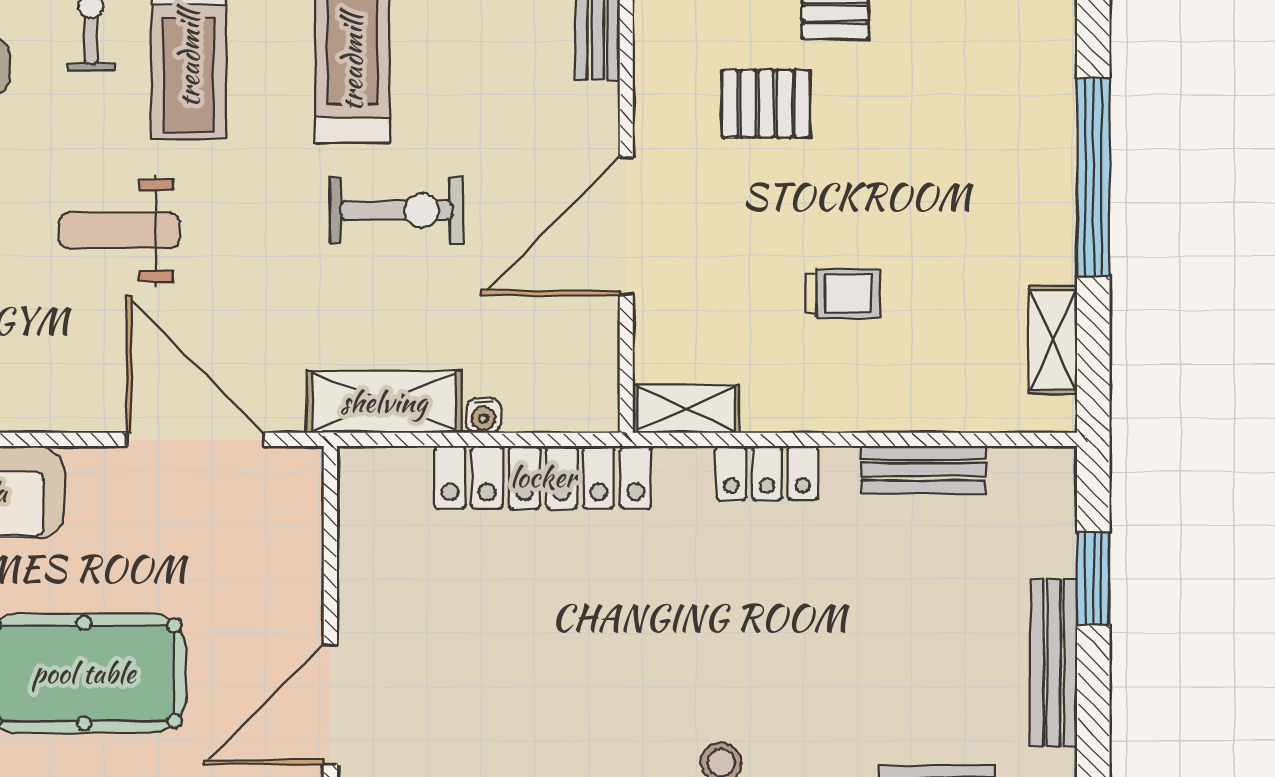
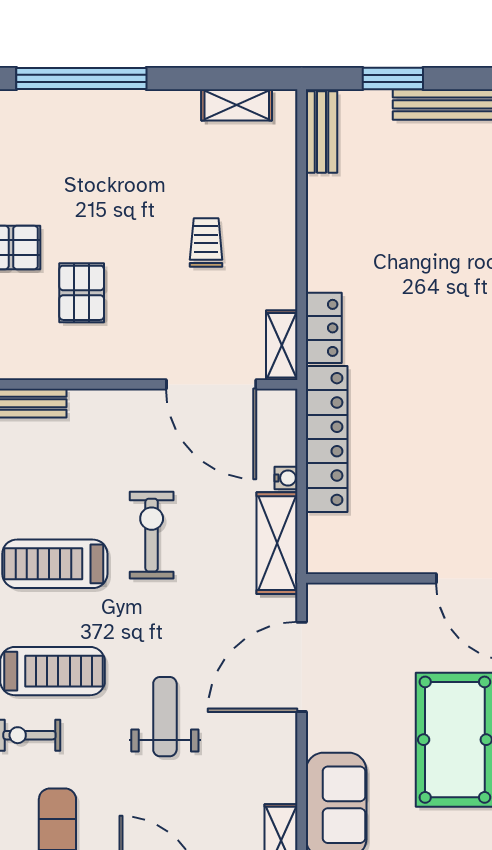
window: (1093, 177) -> (81, 78), moved
door: (626, 226) -> (211, 384), moved
weight bench: (119, 231) -> (165, 717), turned 180
bench: (923, 470) -> (322, 132), moved
locker: (767, 473) -> (324, 328), moved

